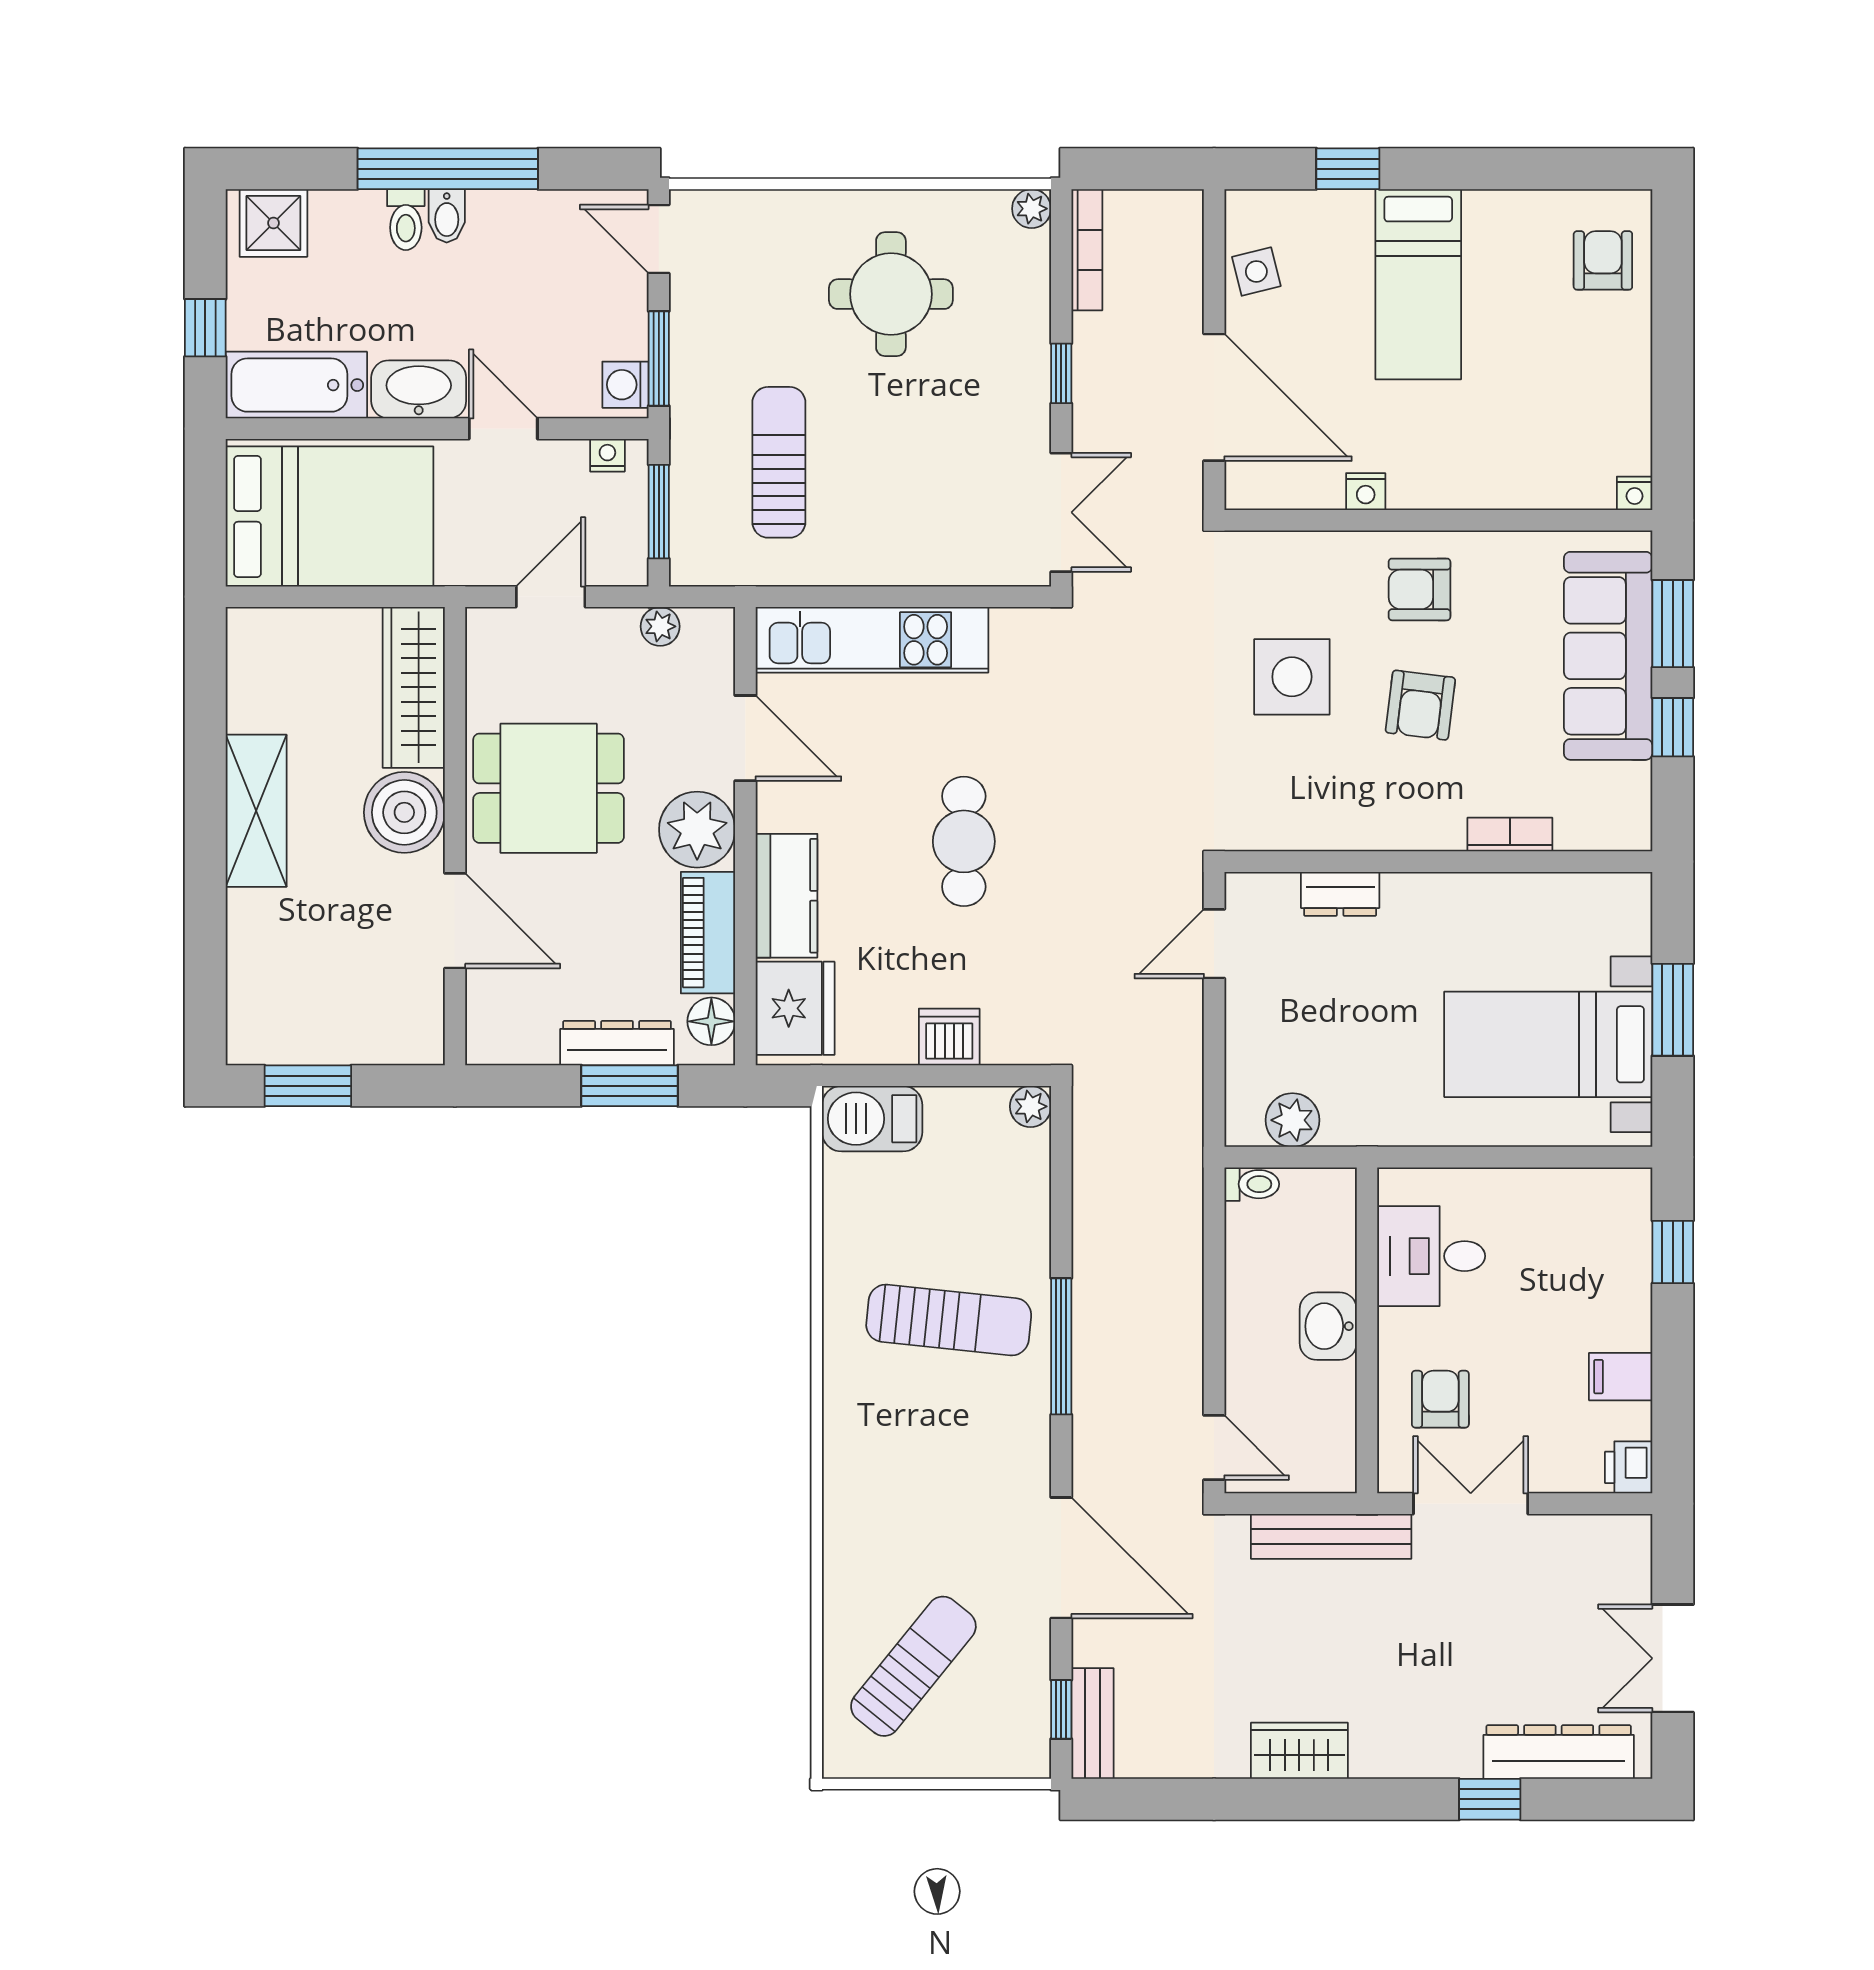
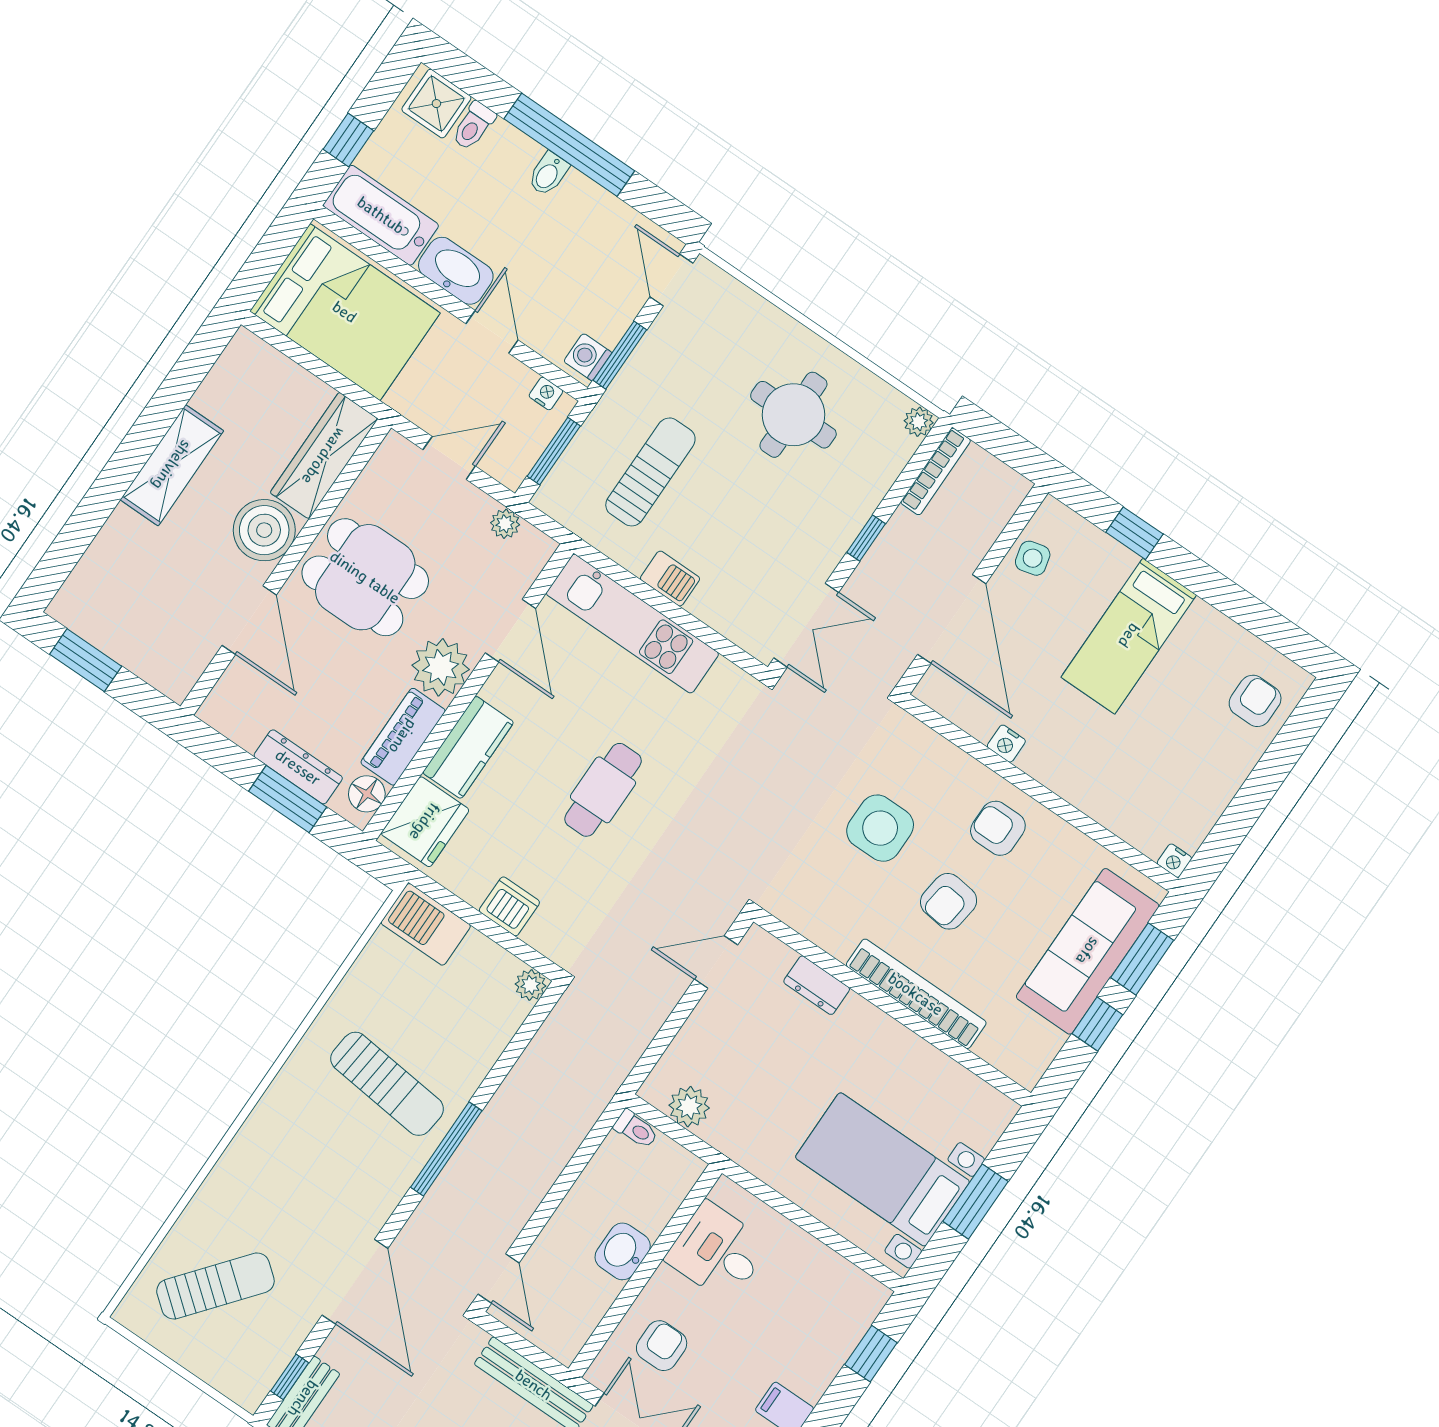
toilet: (406, 220) -> (473, 126), moved
barbecue: (879, 563) -> (670, 579), added
bookcase: (1510, 835) -> (916, 994), width x2.31, depth x1.31

